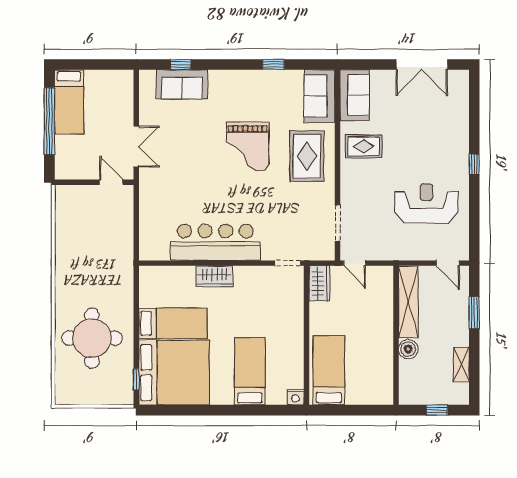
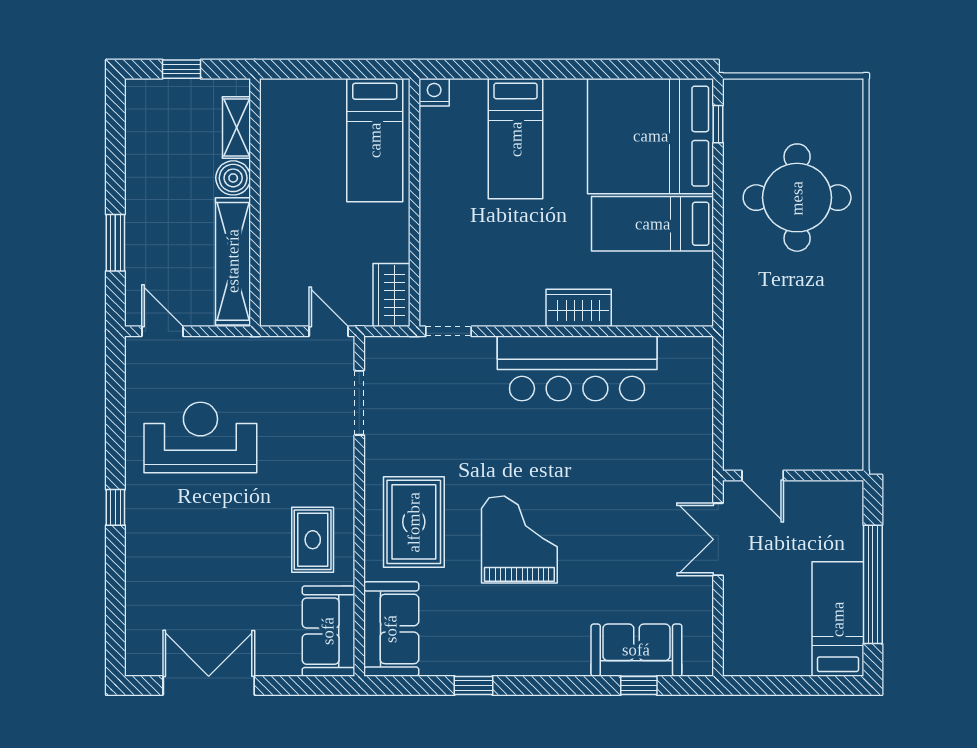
rug: (364, 146) -> (313, 540), turned 90
reception desk: (426, 204) -> (200, 437), turned 180
shelving: (461, 364) -> (237, 127), moved

